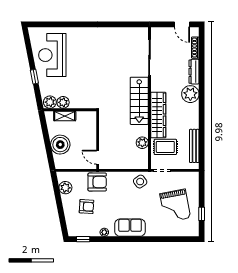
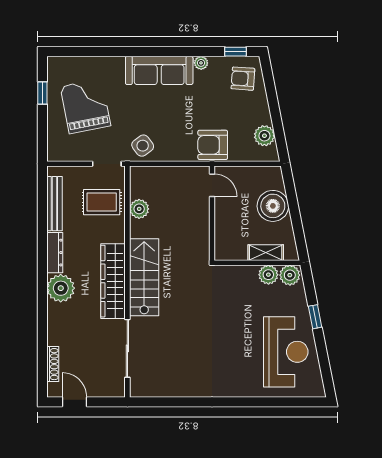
dresser: (194, 72) -> (55, 253), moved
wardrobe: (158, 115) -> (113, 281), moved
armchair: (86, 207) -> (243, 79), moved
sofa: (130, 228) -> (159, 70), width x1.36

